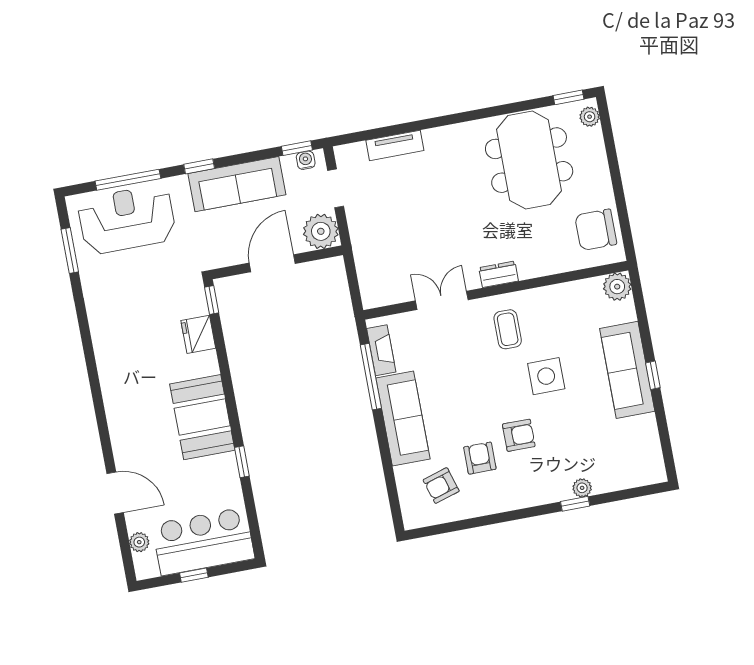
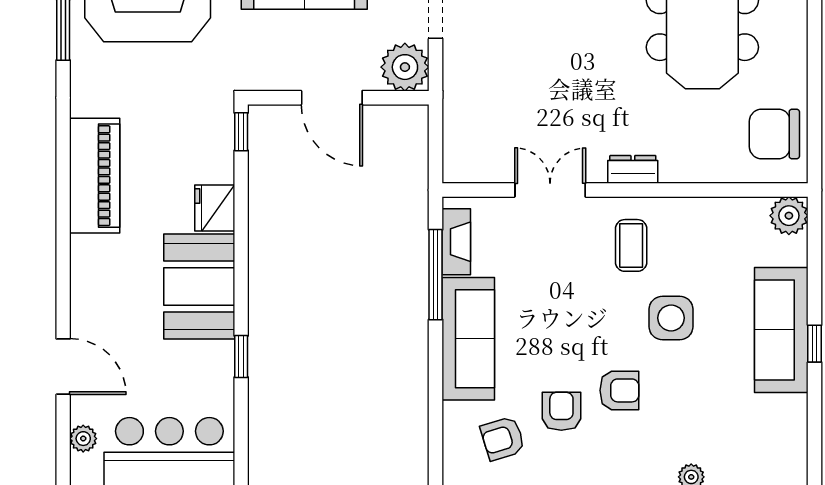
door: (272, 263) -> (332, 98), swing flipped
fridge: (198, 334) -> (215, 208), moved
piano: (112, 351) -> (95, 176), added

